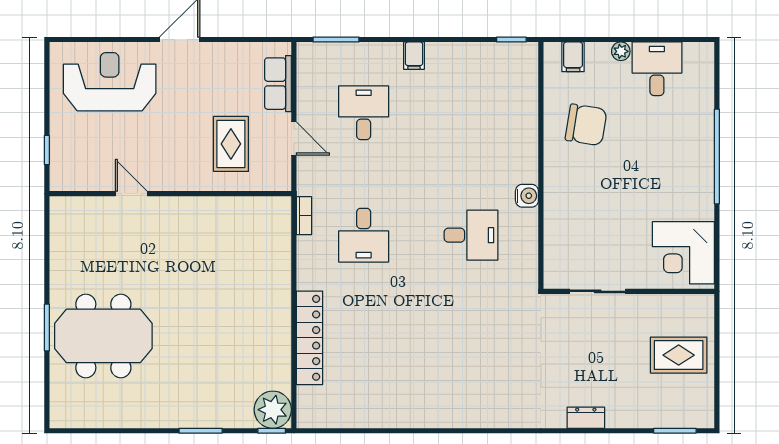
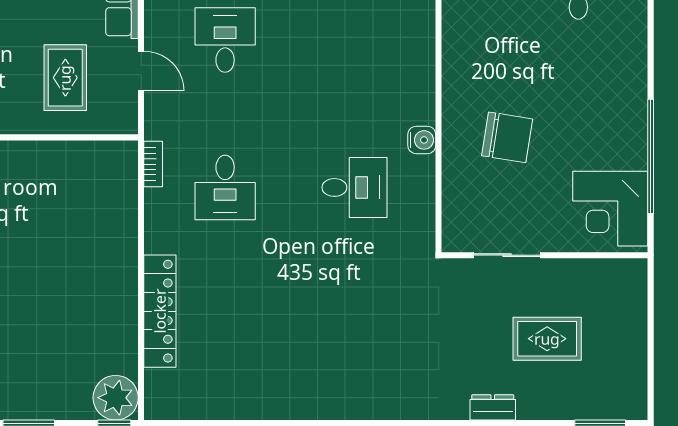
chair: (586, 125) -> (507, 137), moved
window: (717, 156) -> (651, 156), moved
rug: (679, 355) -> (547, 339), moved

